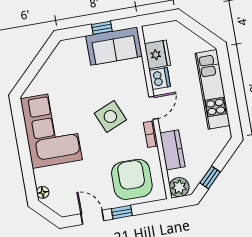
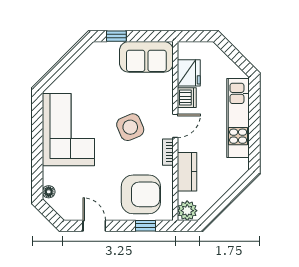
window: (102, 28) -> (116, 36), moved
window: (210, 177) -> (220, 206), removed
armchair: (132, 179) -> (141, 194), turned 90
window: (122, 212) -> (146, 226), moved

